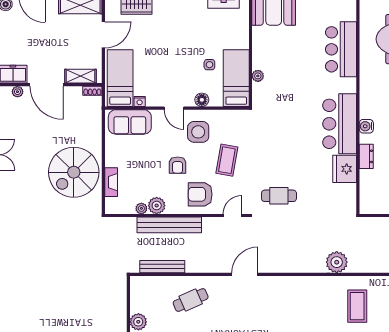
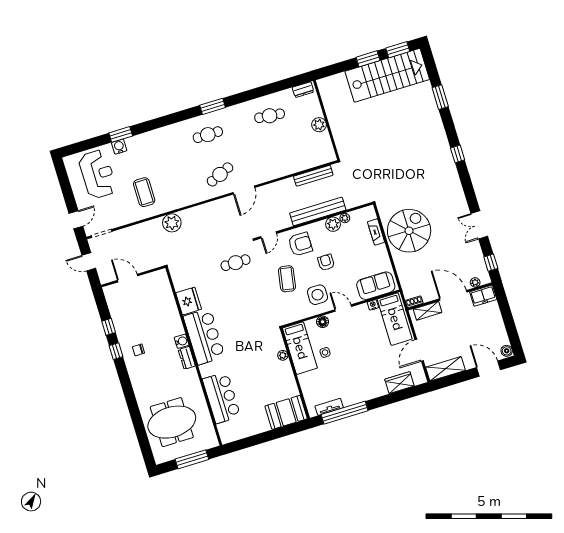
dresser: (366, 156) -> (187, 358), moved
cafe table: (191, 300) -> (220, 174), moved

